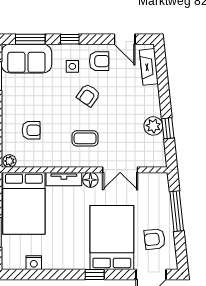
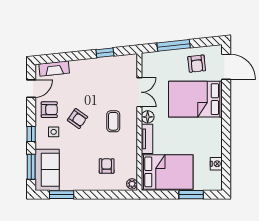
armchair: (99, 61) -> (49, 110), turned 90
plant: (153, 126) -> (103, 65), removed
window: (95, 275) -> (226, 113), removed

